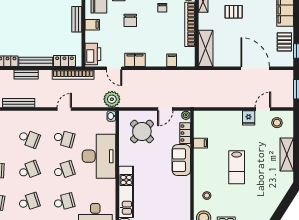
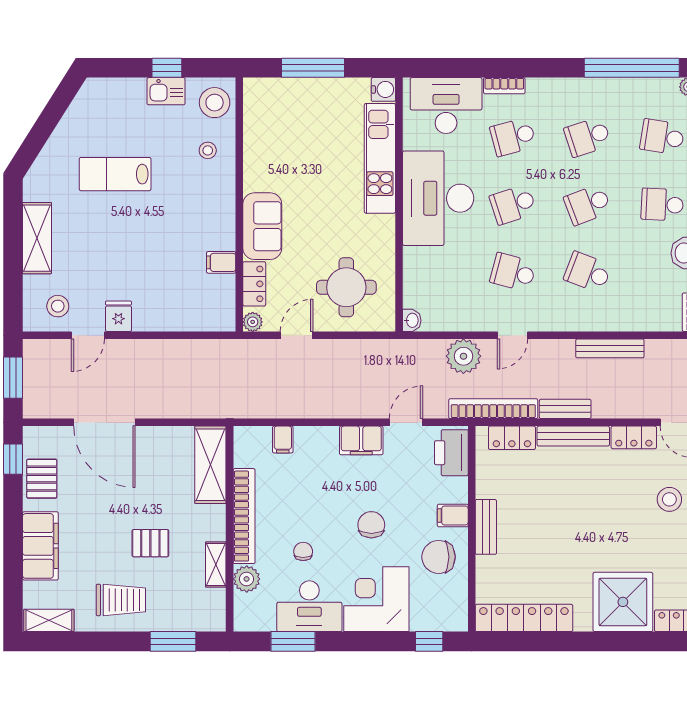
door: (114, 68) -> (406, 422), hinge flipped
bench: (26, 75) -> (565, 409), moved
plant: (112, 99) -> (463, 356), moved
round table: (142, 131) -> (346, 287), turned 45
desk: (99, 156) -> (438, 198), moved
lab bench: (237, 167) -> (115, 174), moved, turned -90

